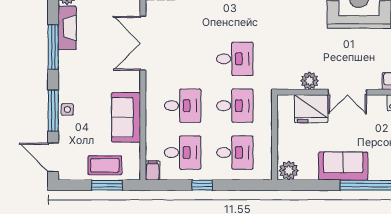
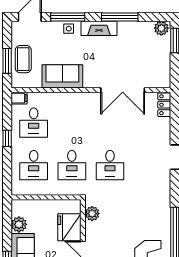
fireplace: (67, 28) -> (99, 28), moved
double door: (143, 43) -> (123, 90), swing flipped
plant: (310, 81) -> (92, 214), moved
desk: (183, 106) -> (72, 123), removed
plant: (289, 171) -> (19, 224), moved

